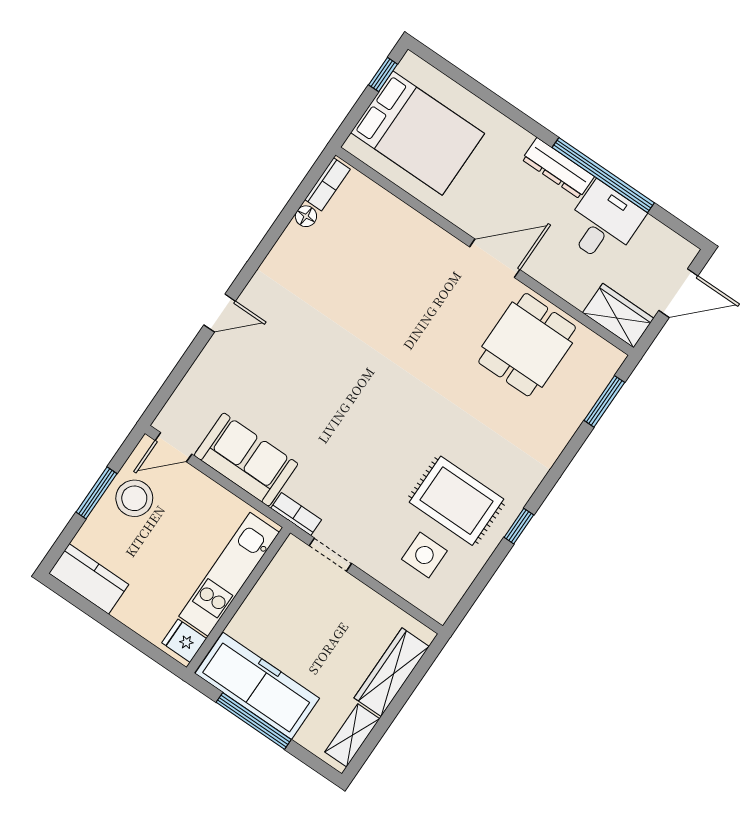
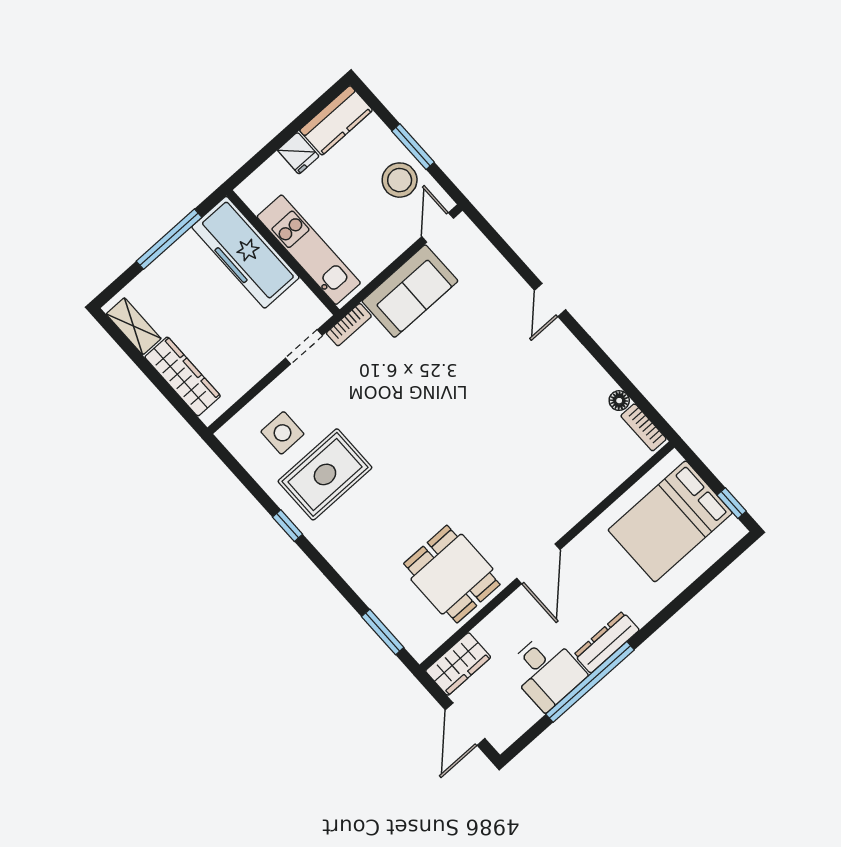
fridge: (184, 641) -> (298, 153), moved, turned 90
freezer: (257, 686) -> (245, 252), moved, turned 90

